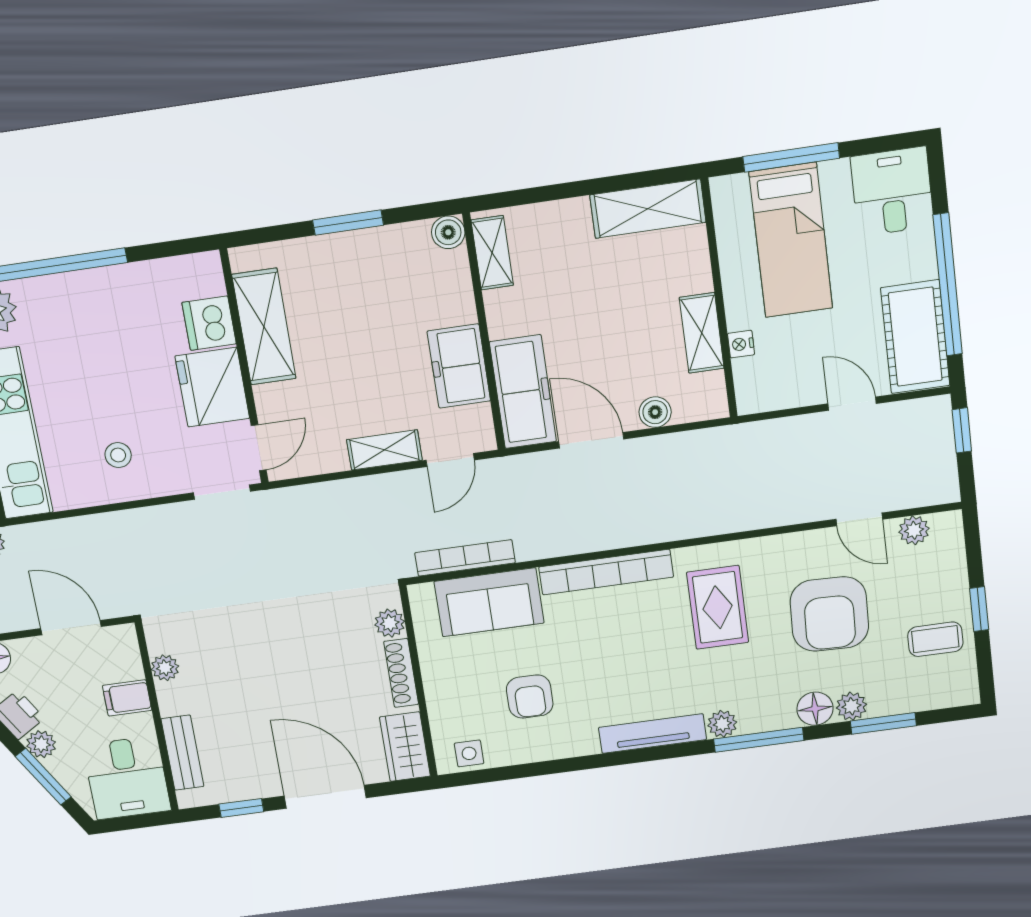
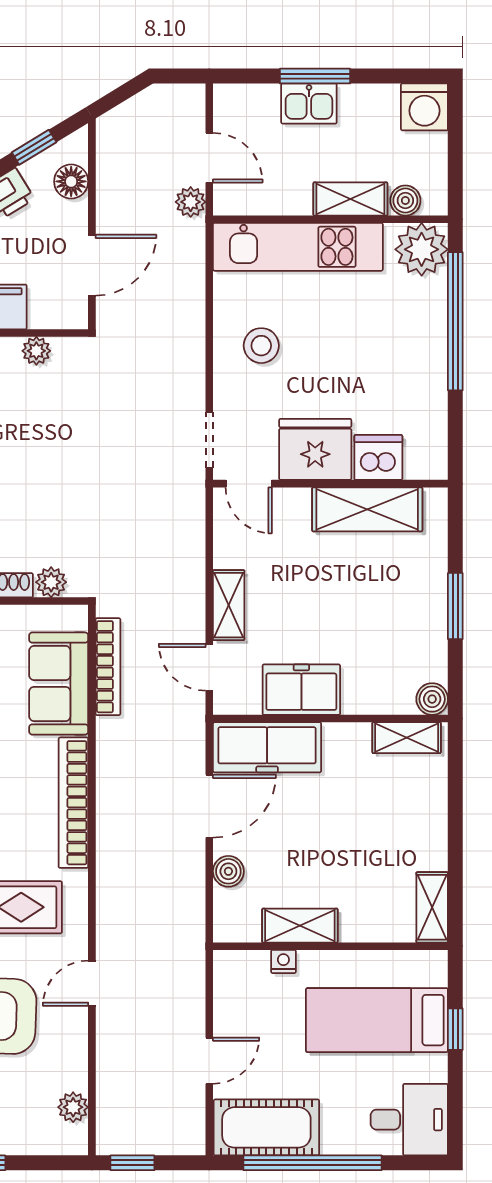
window: (791, 157) -> (455, 1029), width x0.46
shelving: (648, 209) -> (432, 907), width x0.67, depth x0.75
window: (962, 430) -> (132, 1163), moved
stool: (118, 455) -> (261, 346), width x1.37, depth x1.37
door: (859, 519) -> (92, 983), moved

